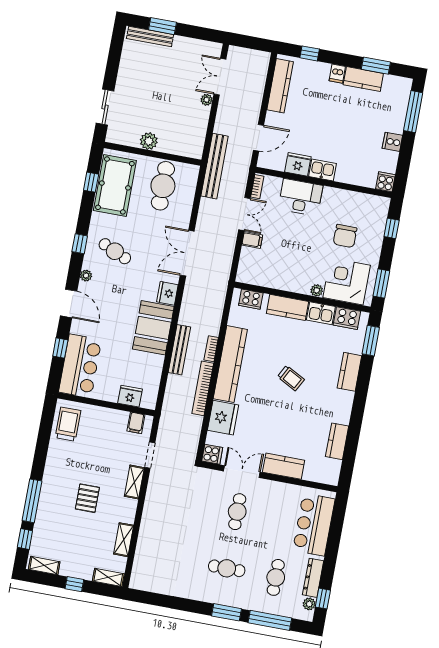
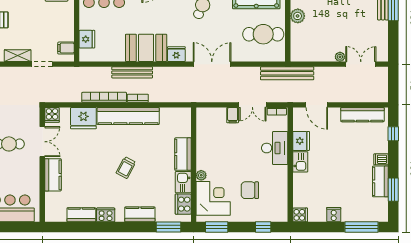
cooker: (251, 299) -> (106, 215), moved, turned 90

